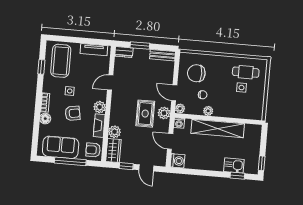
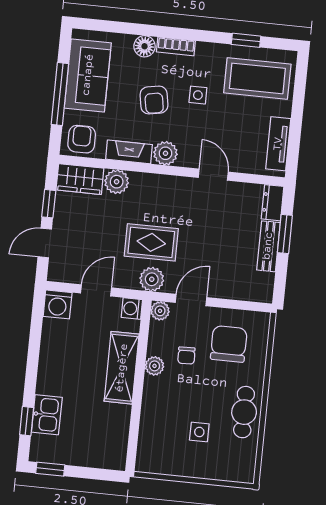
bench: (163, 55) -> (268, 246), moved
cafe table: (246, 72) -> (244, 412), moved
shelving: (218, 128) -> (122, 368), width x0.68

